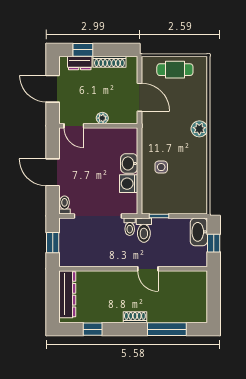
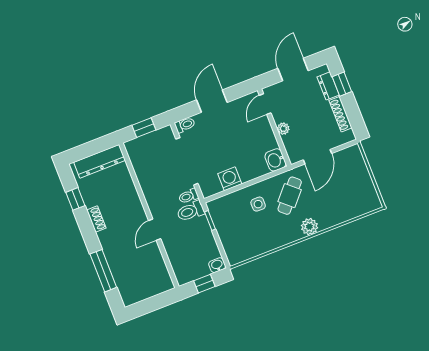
cafe table: (175, 70) -> (290, 196), moved, turned 42
washbasin: (129, 163) -> (275, 160), moved, turned -90
washbasin: (199, 232) -> (217, 265), width x0.52, depth x0.69
shoe rack: (135, 317) -> (96, 219), moved

